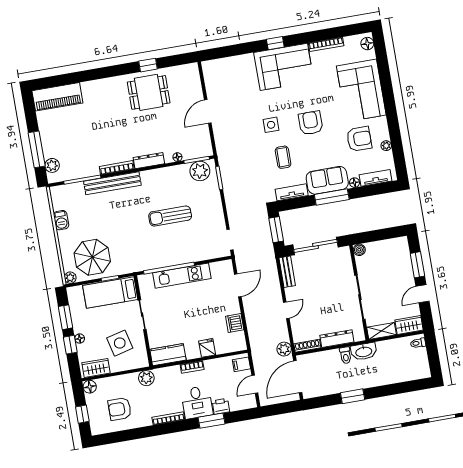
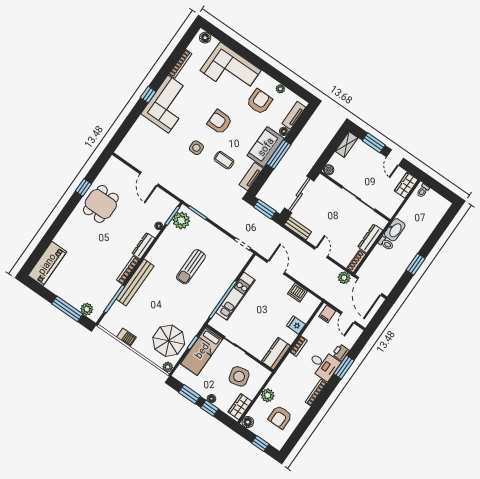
shelving: (382, 331) -> (347, 145), moved
plant: (146, 378) -> (268, 395), moved

